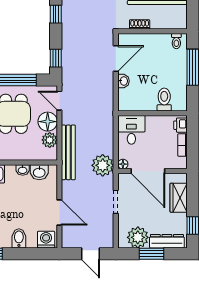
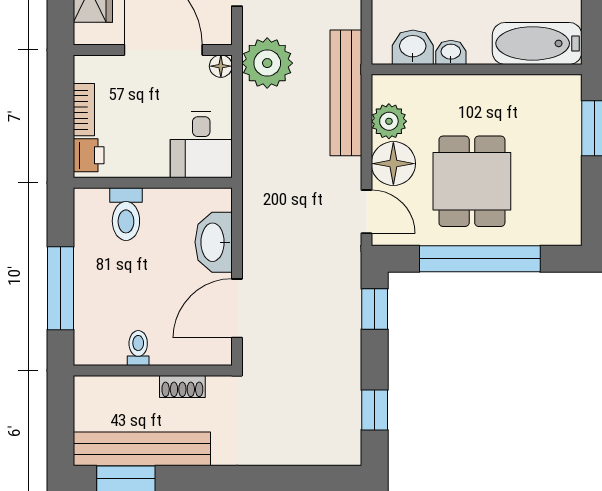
toilet: (176, 41) -> (138, 348), moved
washbasin: (124, 81) -> (214, 242), width x1.91, depth x1.45

